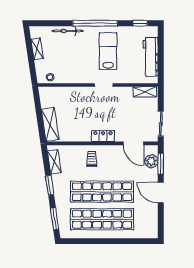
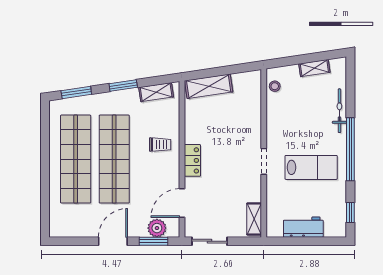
workbench: (151, 57) -> (303, 227), width x0.73

